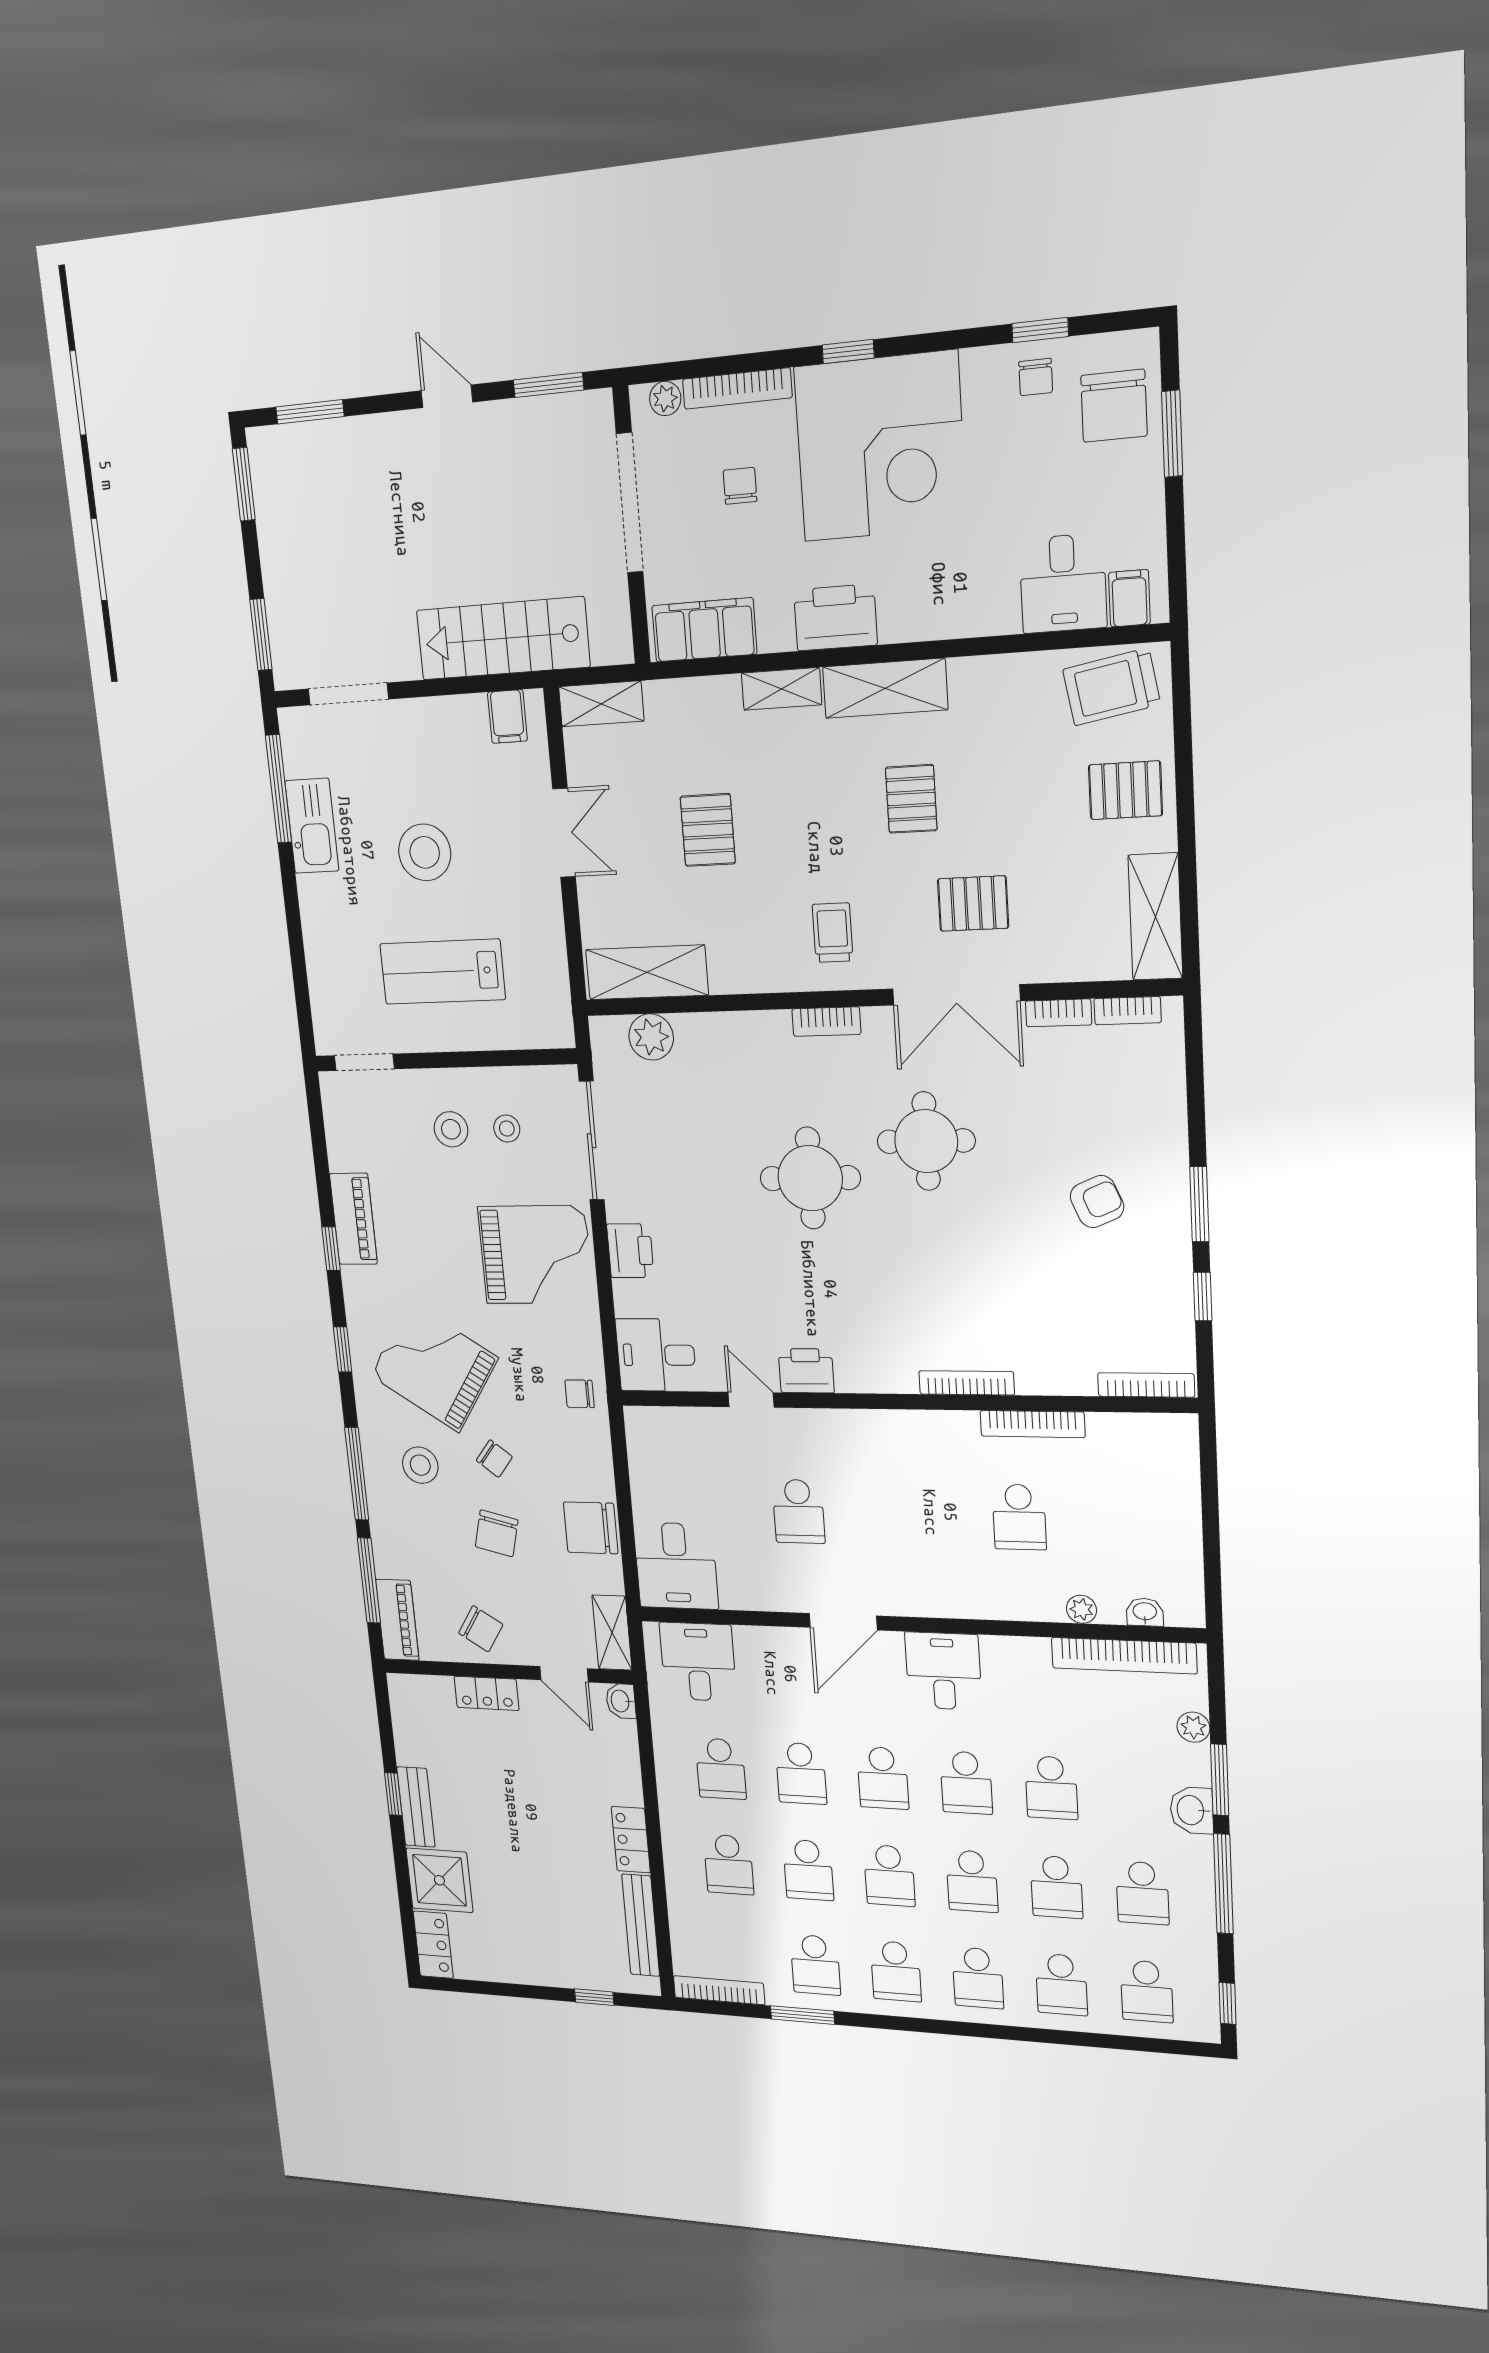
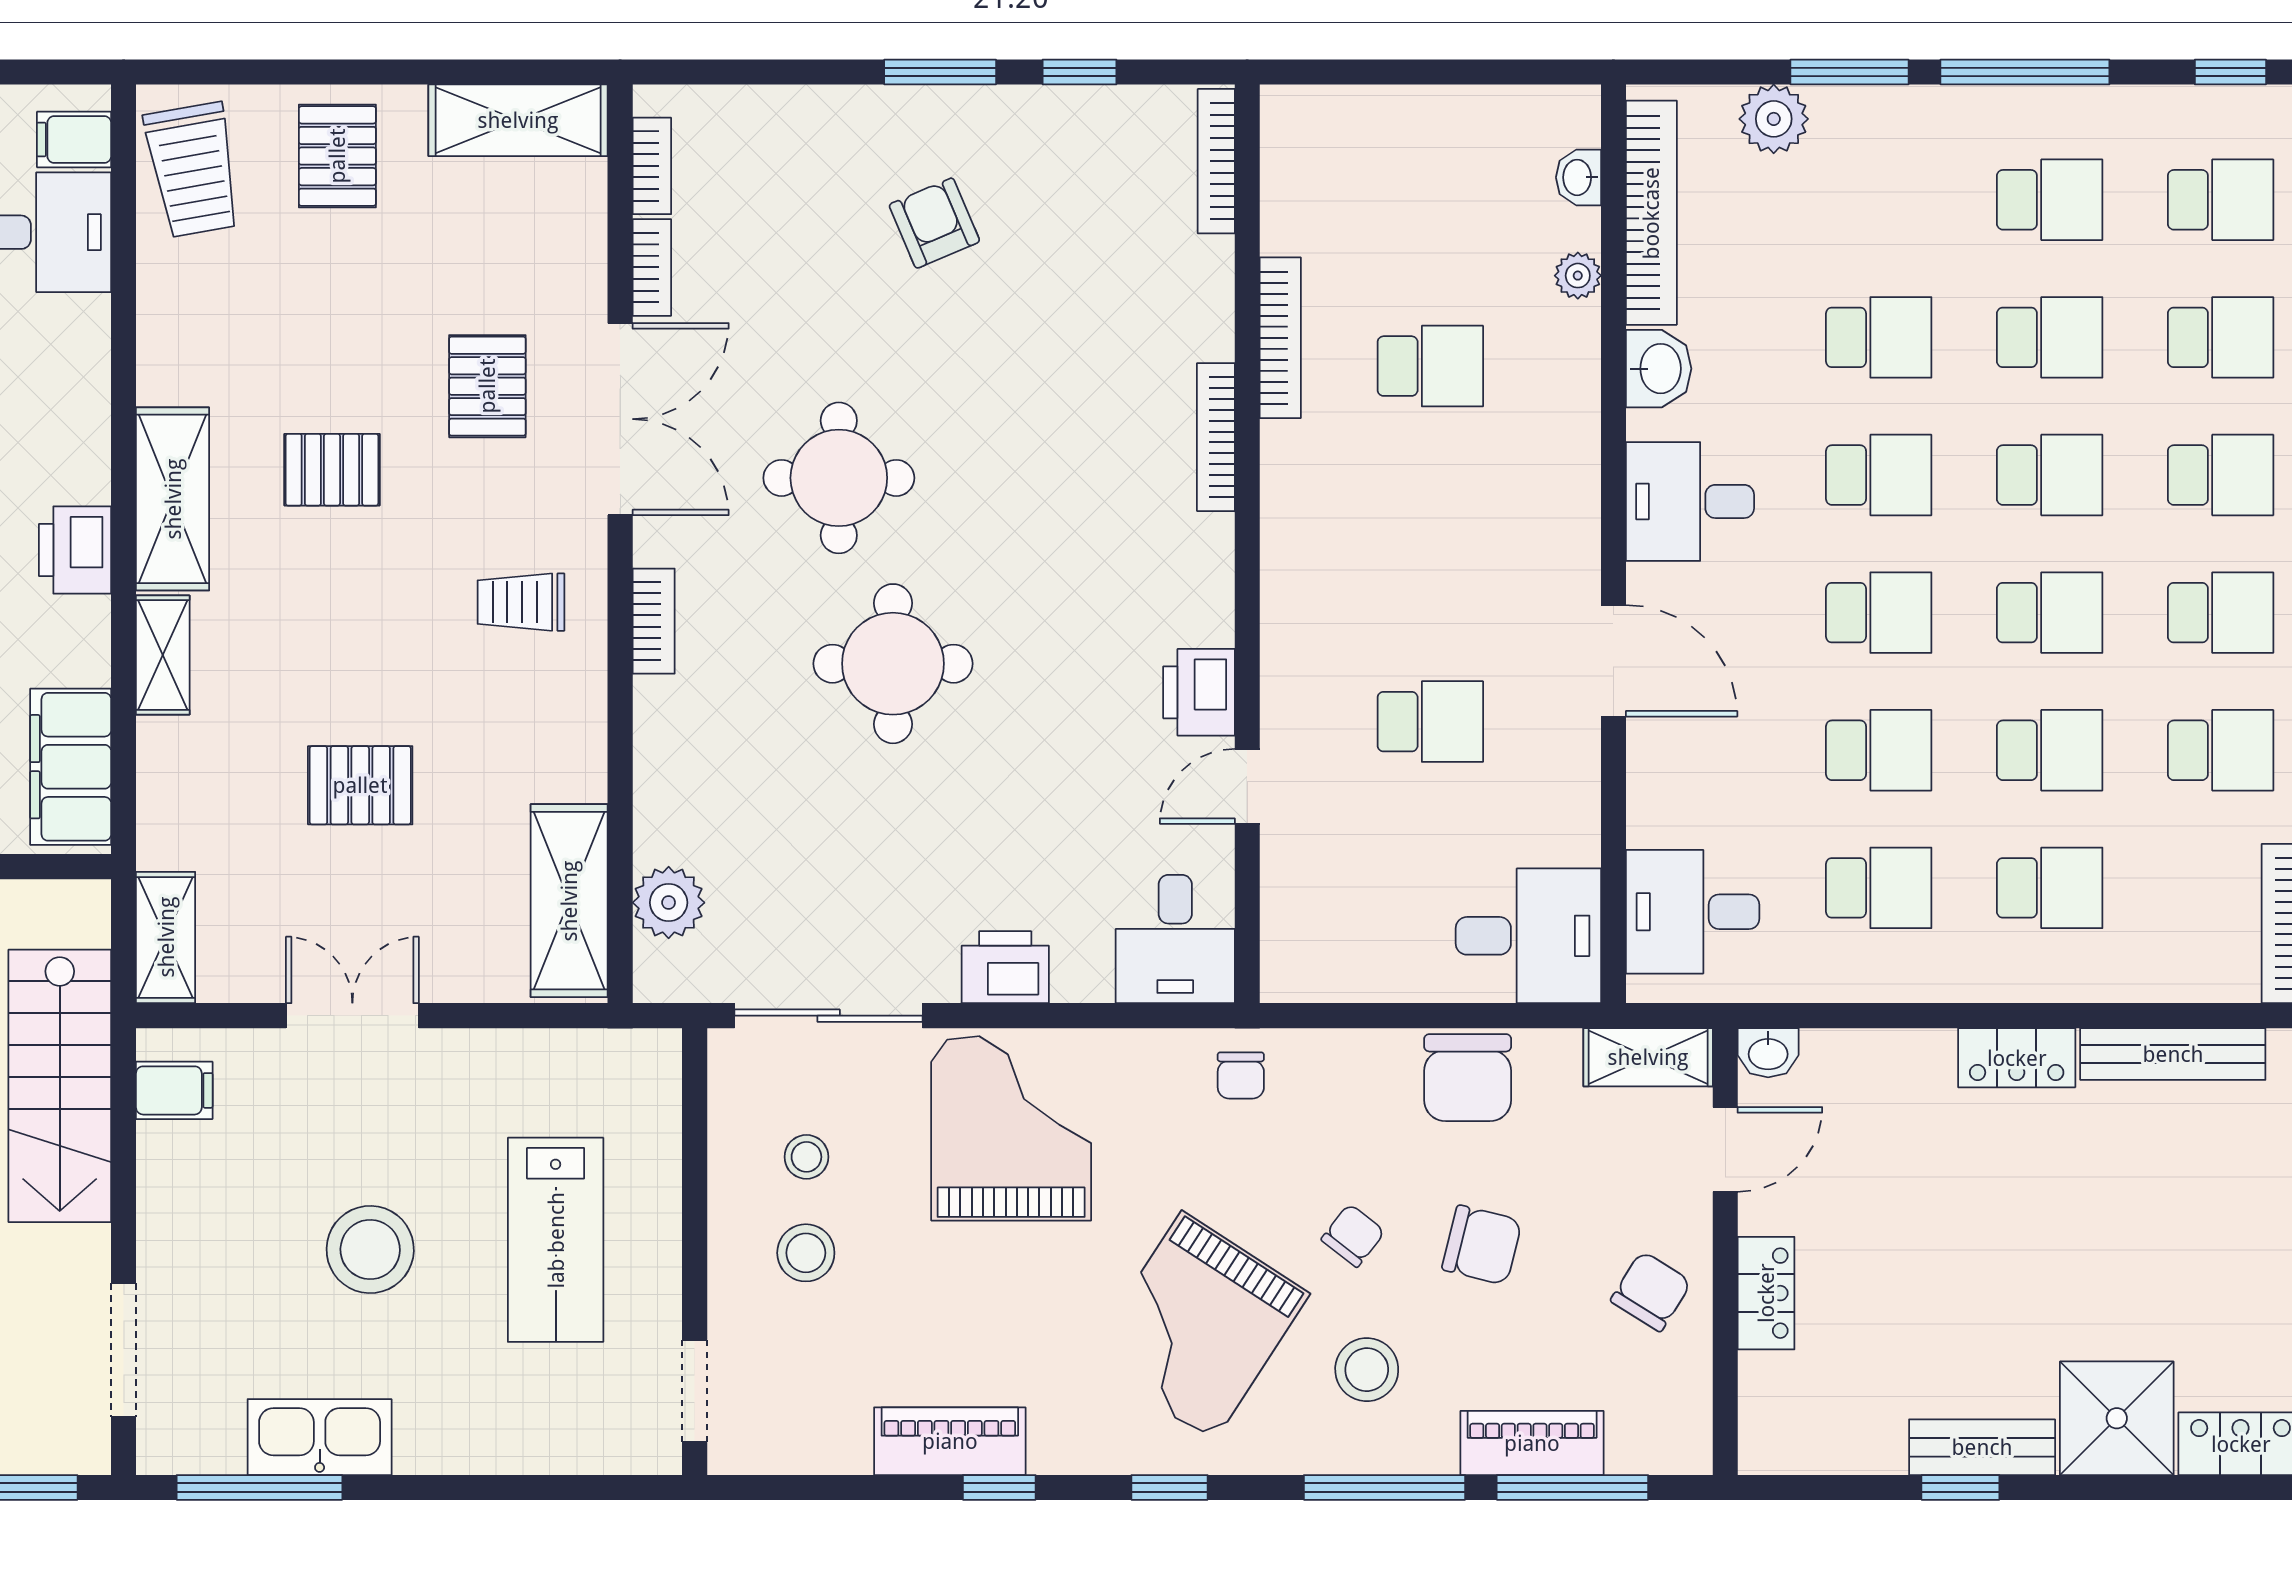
printer: (835, 617) -> (75, 550), width x0.73, depth x0.84
piano: (397, 1620) -> (1532, 1443), moved
plant: (1193, 1727) -> (1774, 119), width x1.38, depth x1.38
washbasin: (1192, 1810) -> (1659, 369), moved, turned -90

